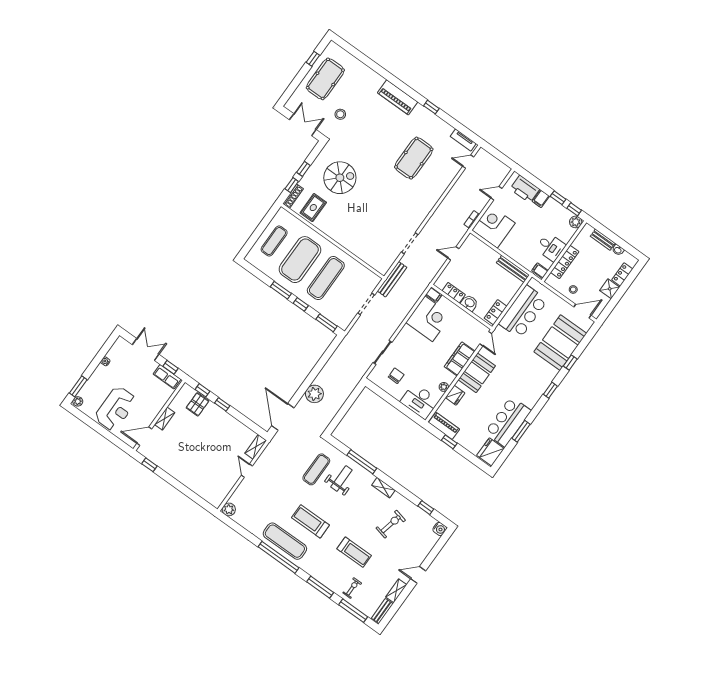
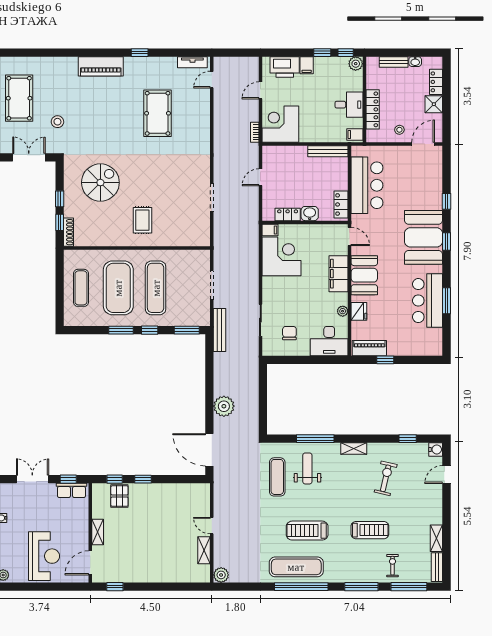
rug: (313, 208) -> (142, 220), moved
bench: (392, 279) -> (220, 330), moved
booth: (560, 343) -> (423, 237), moved
shelving: (256, 447) -> (204, 550), moved
fridge: (491, 452) -> (432, 341), removed
door: (418, 575) -> (446, 475), moved

